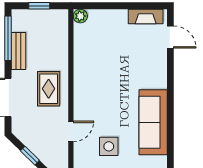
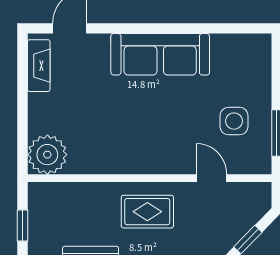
plant: (80, 16) -> (47, 155), width x1.88, depth x1.88
sofa: (153, 122) -> (160, 54), moved

